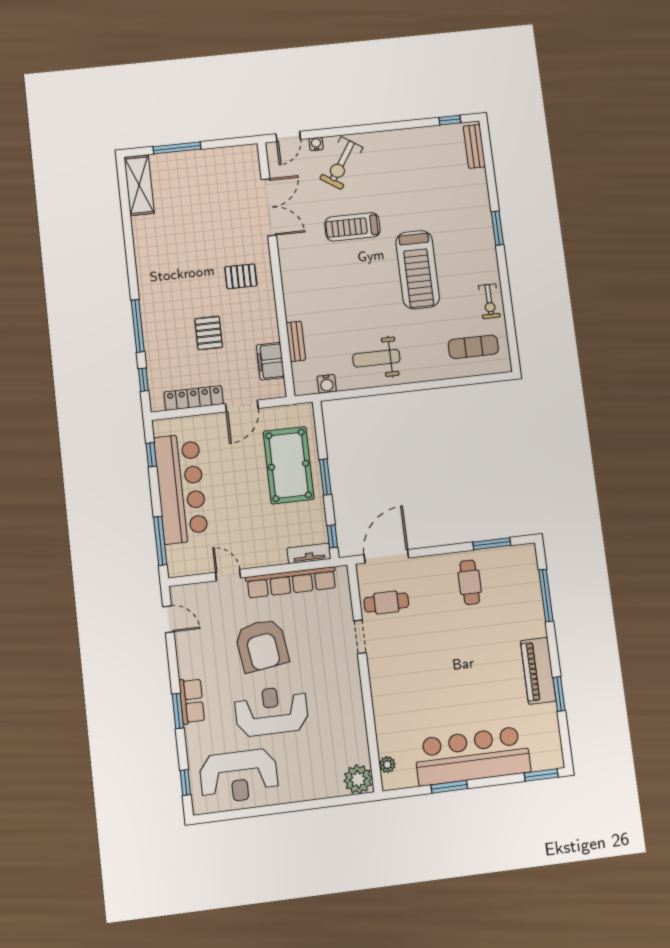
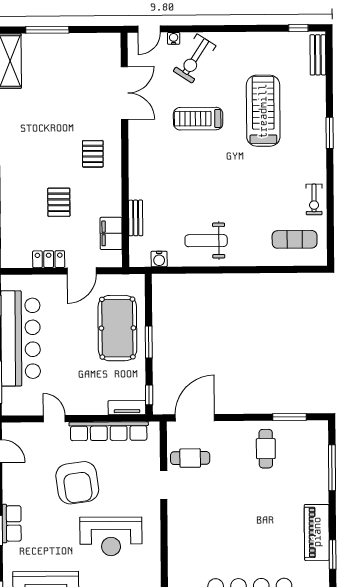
treadmill: (418, 270) -> (263, 111), moved, turned 180
pallet: (241, 276) -> (93, 154), turned 90
locker: (194, 398) -> (49, 259), width x0.66
reception desk: (271, 711) -> (111, 536), moved, turned 180

